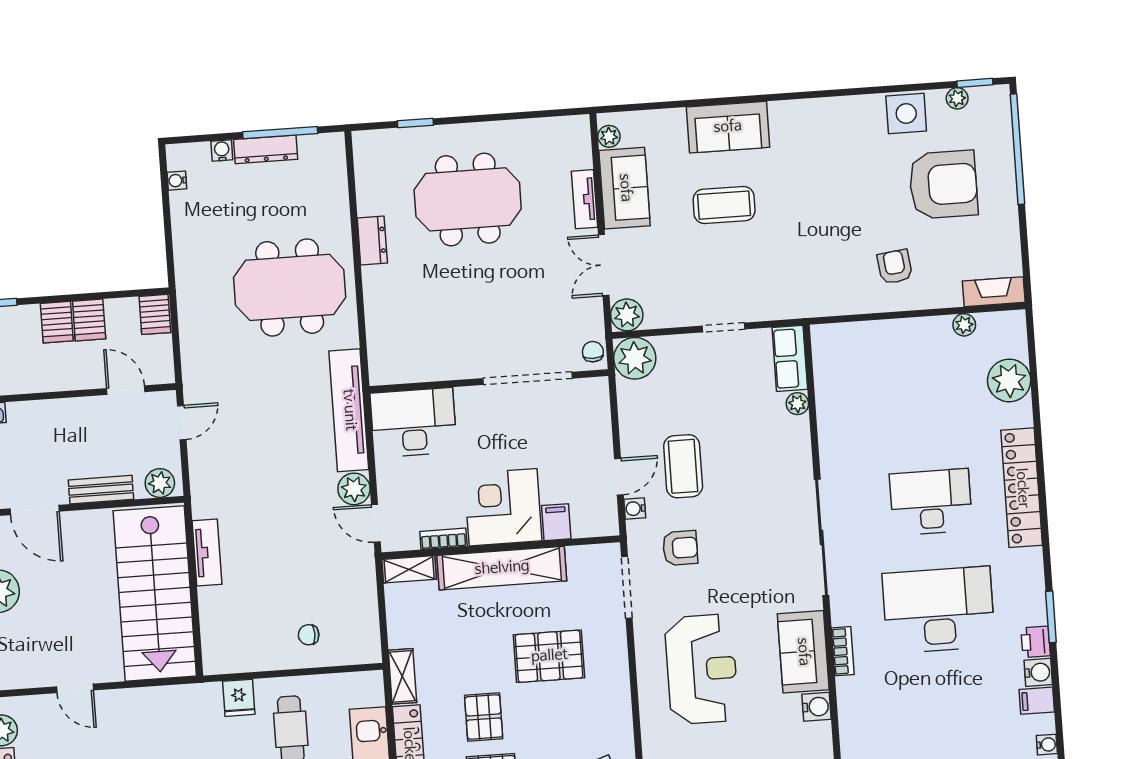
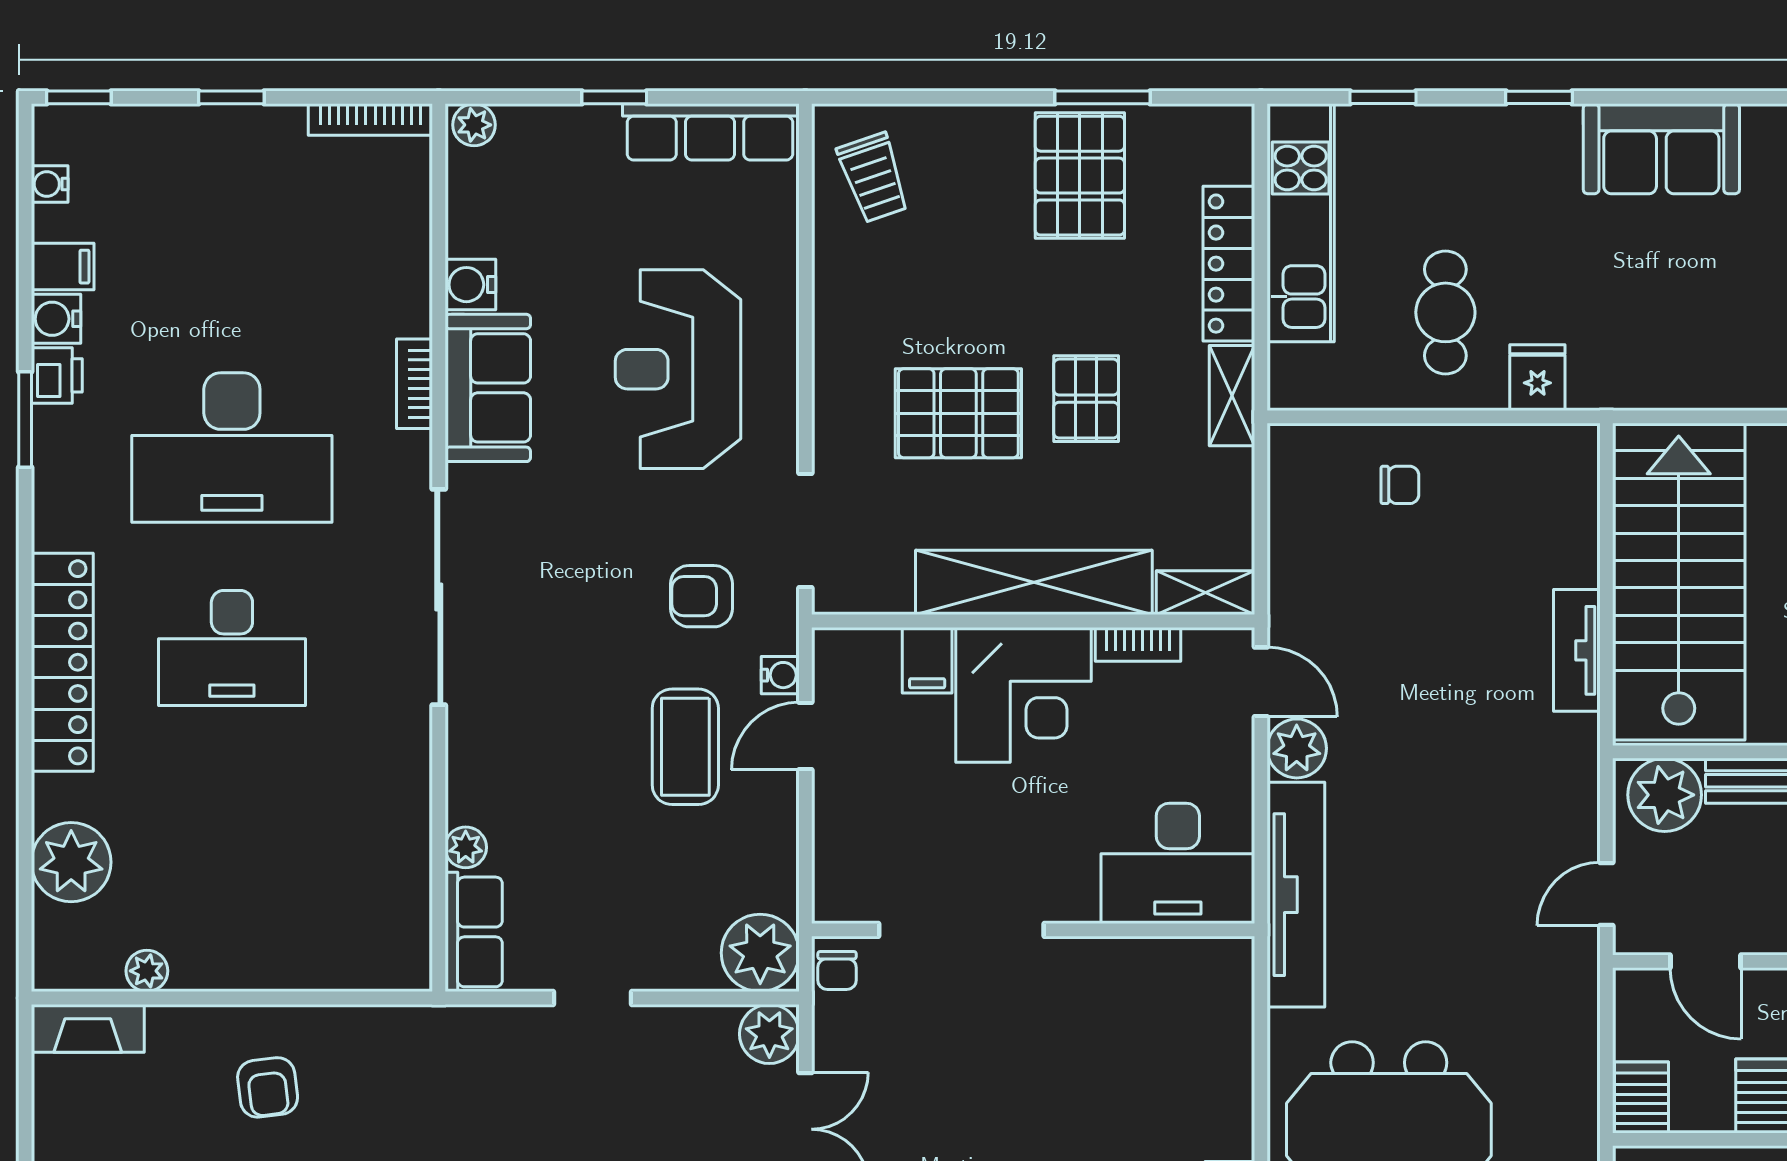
plant: (160, 483) -> (1665, 795), width x1.36, depth x1.36
pallet: (484, 717) -> (1086, 399), moved

